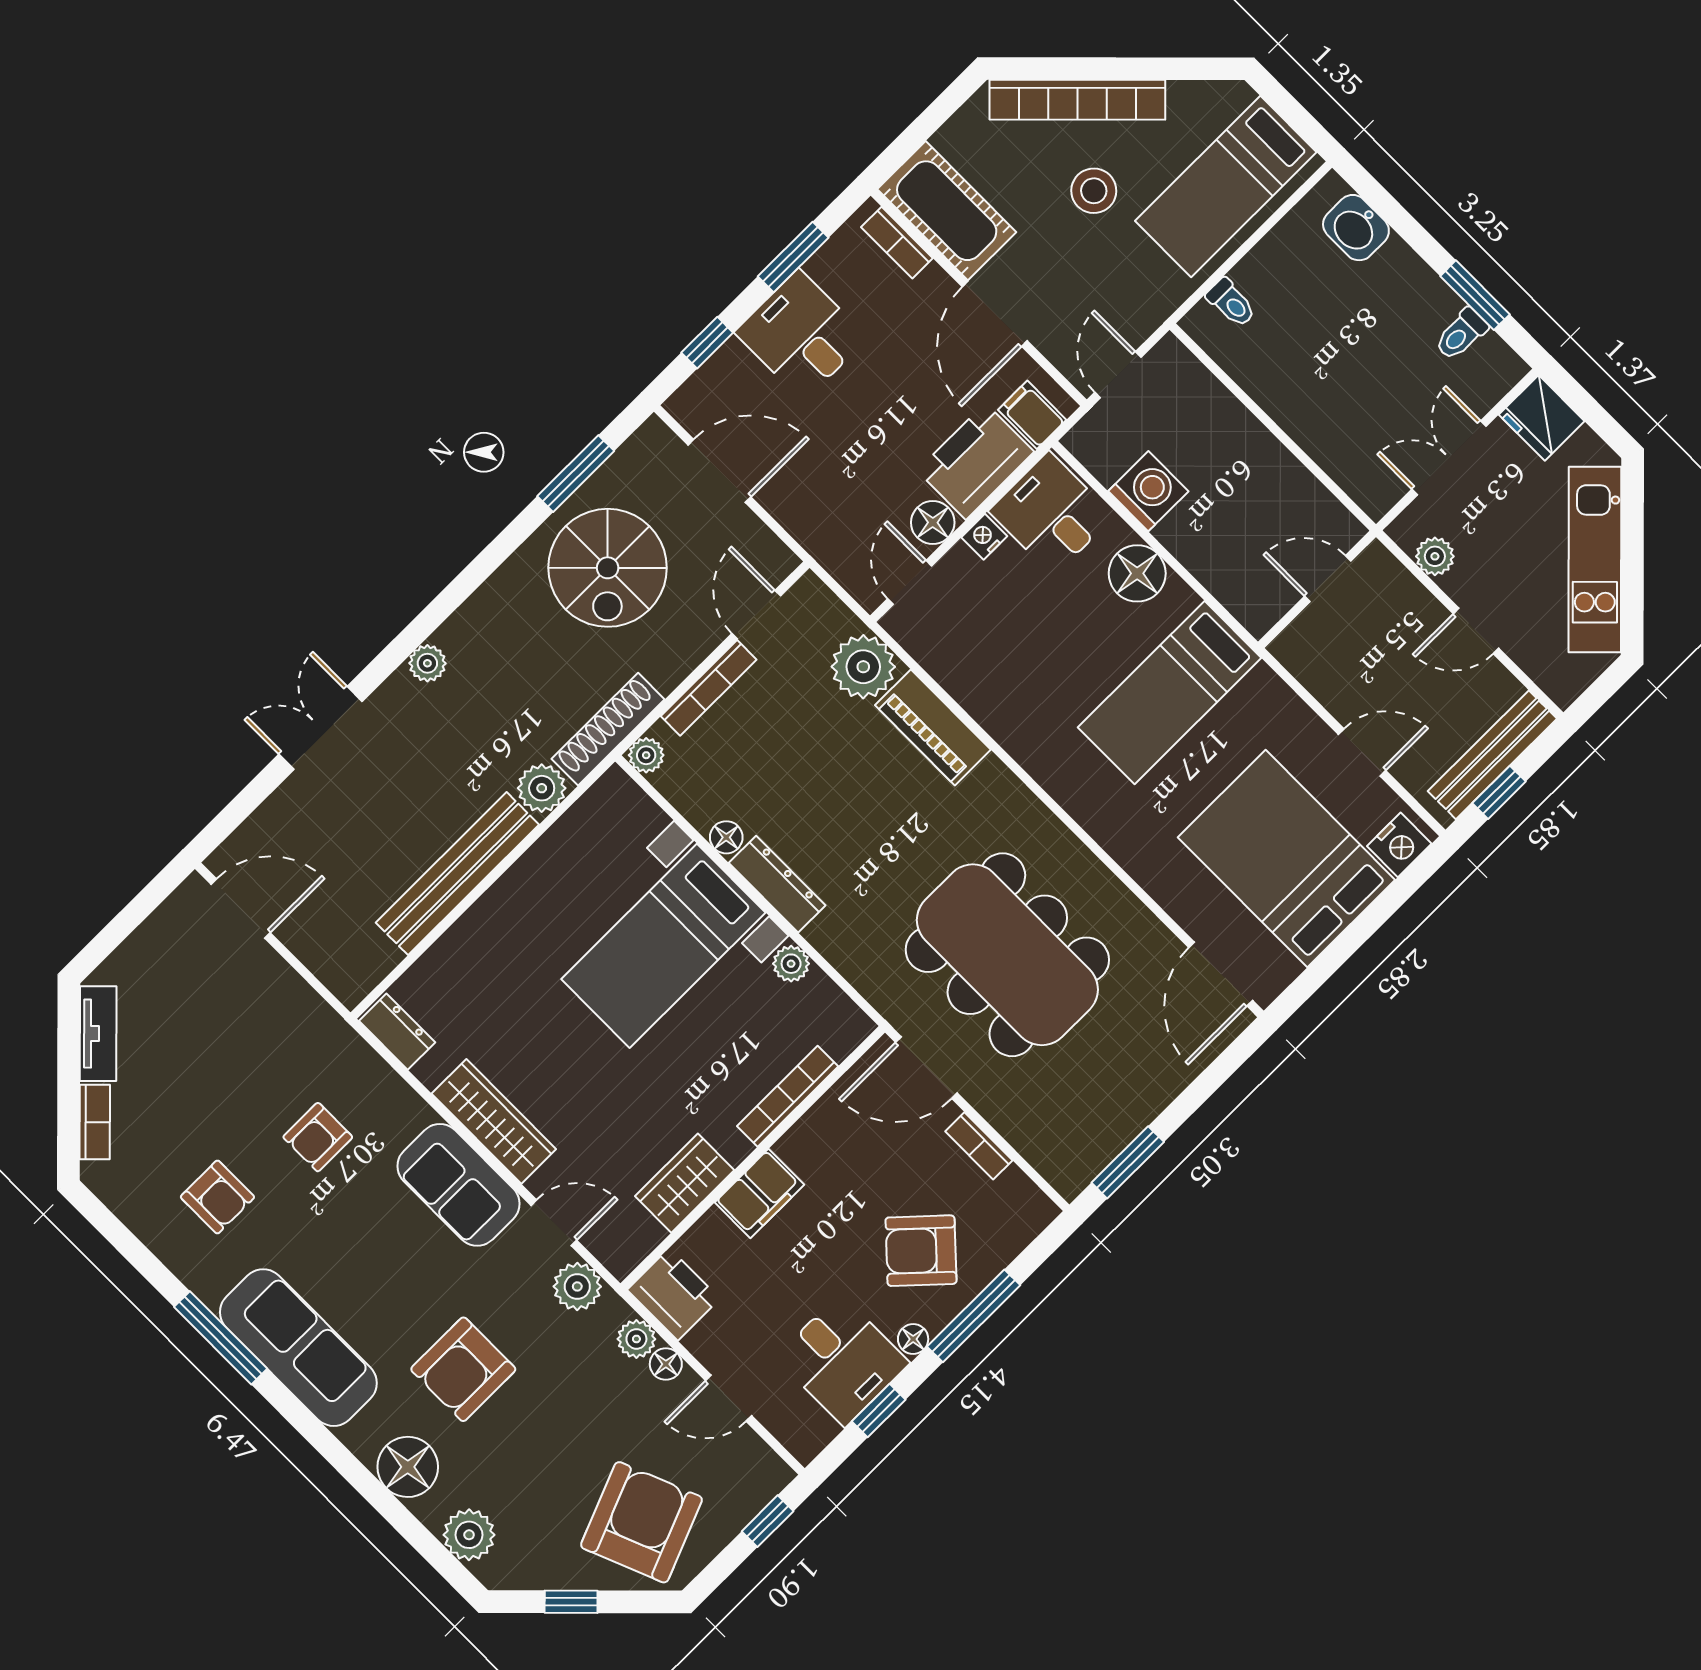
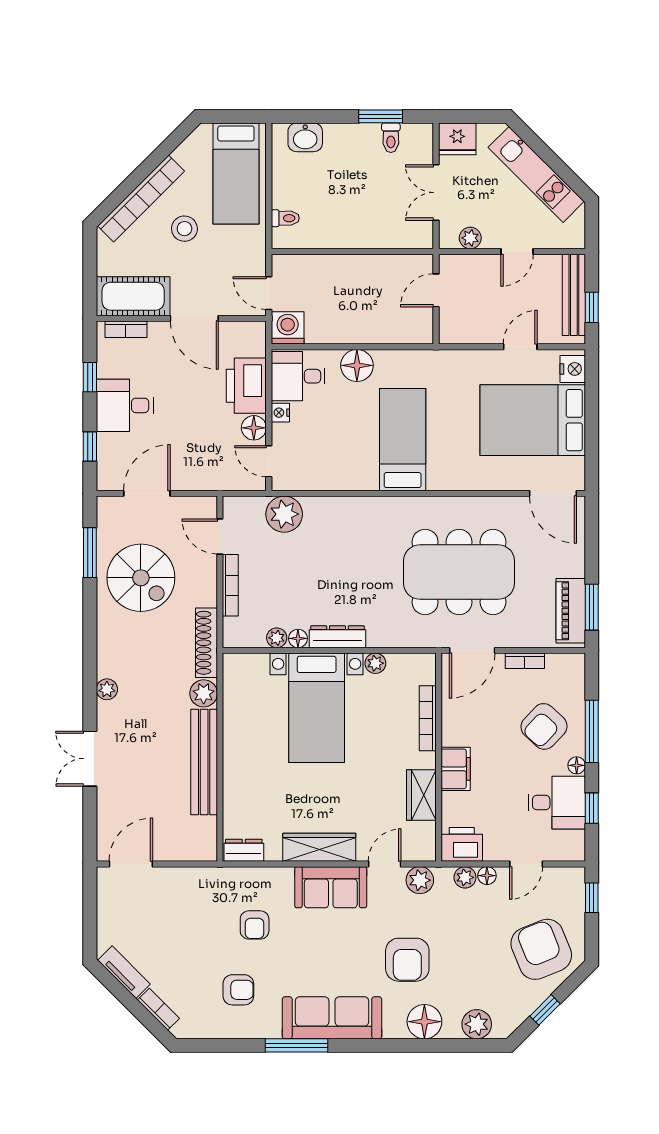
window: (793, 257) -> (90, 377), width x0.67
filing cabinet: (1032, 415) -> (250, 344), removed
washing machine: (1148, 491) -> (288, 328), moved
bed: (1170, 693) -> (403, 440), moved, turned 180
piano: (933, 727) -> (571, 611), moved, turned 90
plant: (646, 755) -> (277, 638), moved

